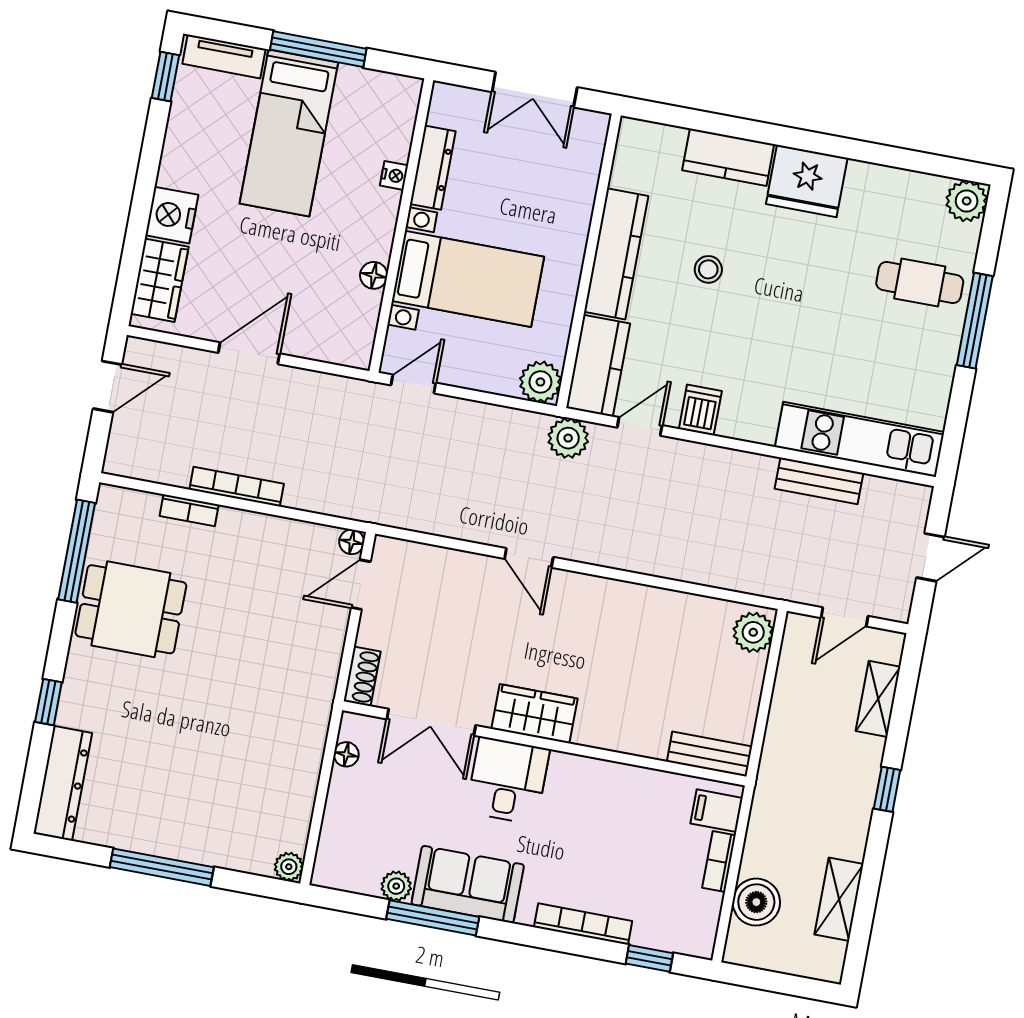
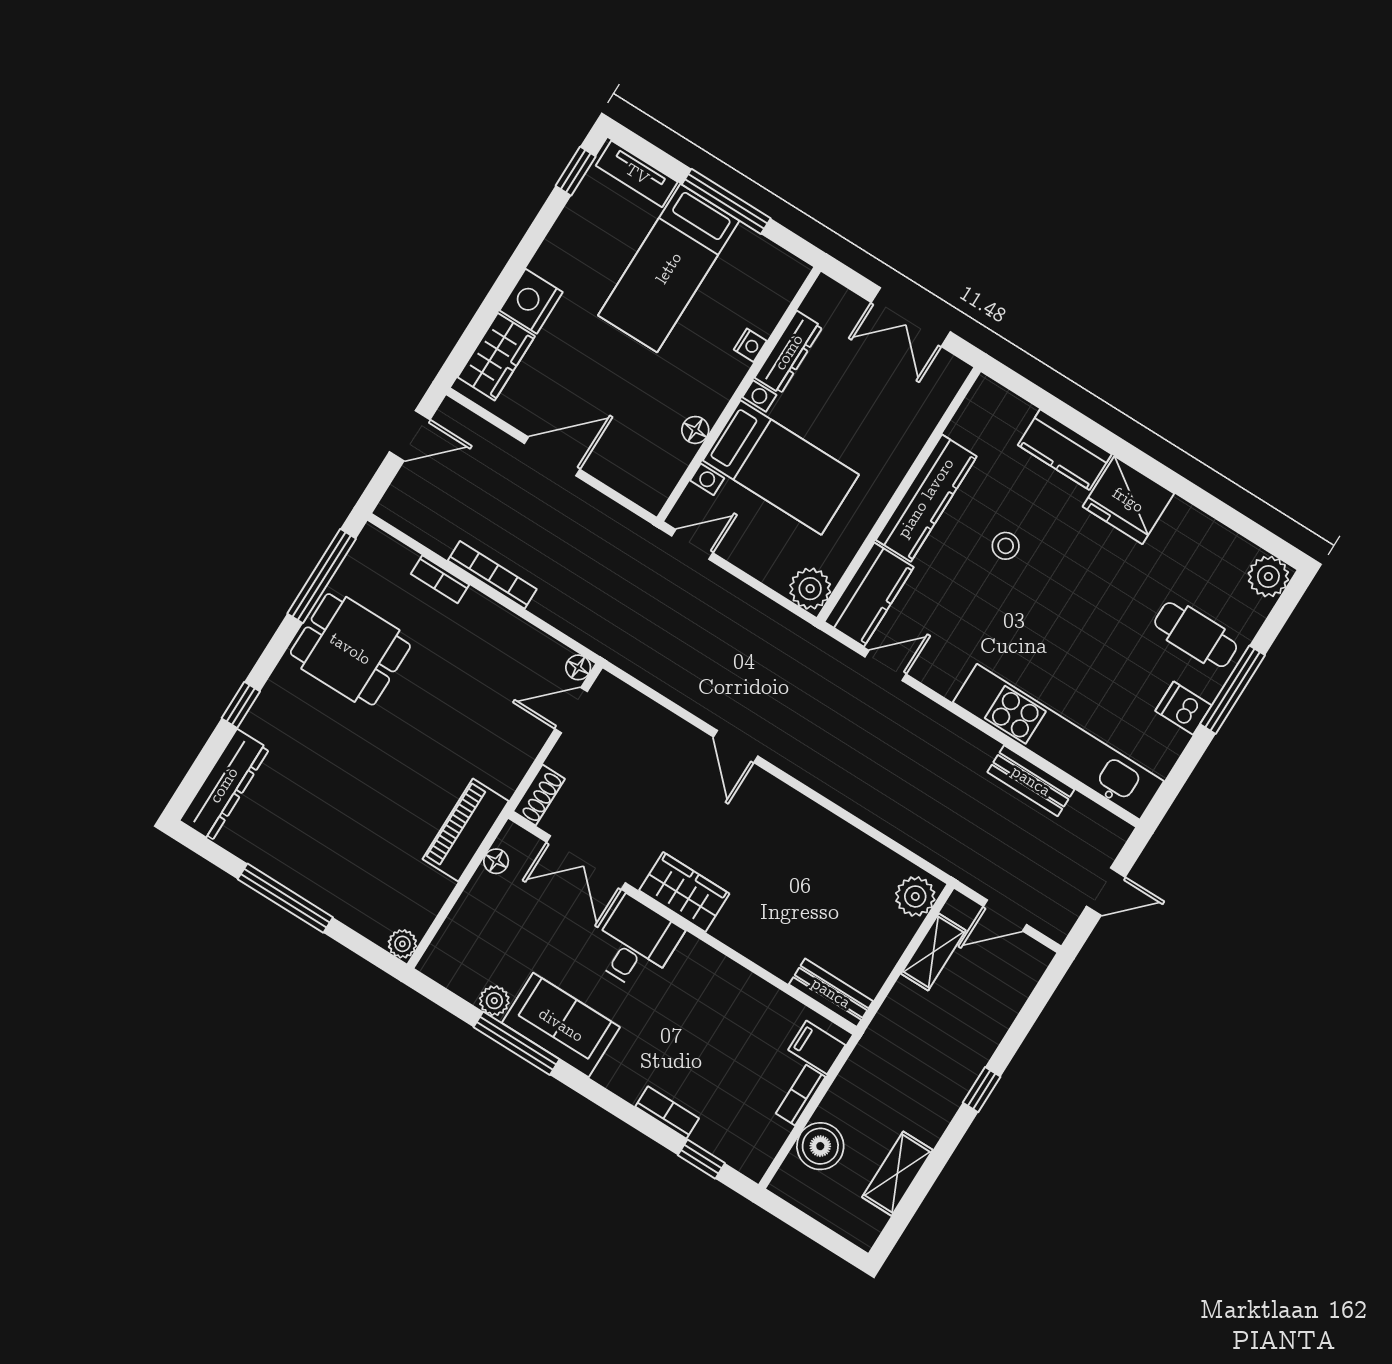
dishwasher: (700, 410) -> (1183, 708), moved, turned -90
plant: (568, 438) -> (815, 650), removed
kitchen unit: (860, 439) -> (1058, 742), width x1.36
shelving: (878, 699) -> (933, 952), moved
piano: (306, 736) -> (466, 830), added
bookcase: (583, 924) -> (667, 1112), width x0.64

